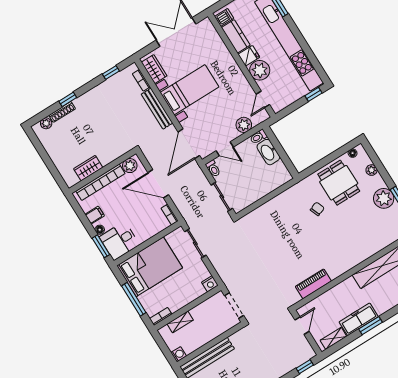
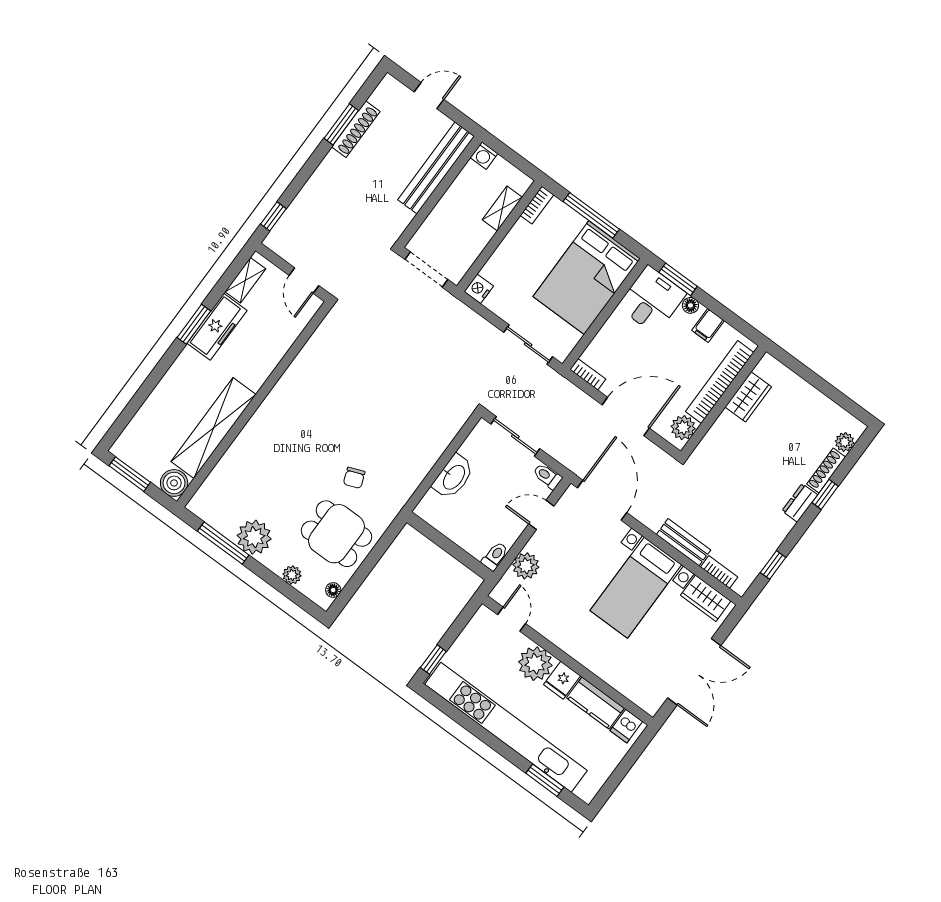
dresser: (83, 100) -> (800, 503), added
bench: (157, 109) -> (684, 542), width x0.73
washbasin: (268, 152) -> (453, 477), moved, turned 90
piano: (313, 284) -> (313, 355), removed

